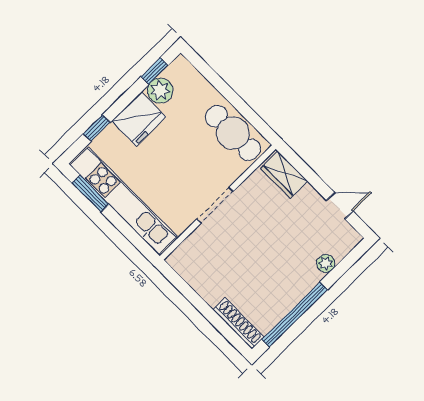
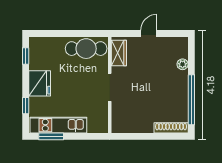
plant: (160, 91) -> (36, 62), removed
wardrobe: (284, 175) -> (119, 53), moved, turned -90
kitchen unit: (123, 201) -> (58, 125), width x0.73
door: (340, 206) -> (149, 34), moved

